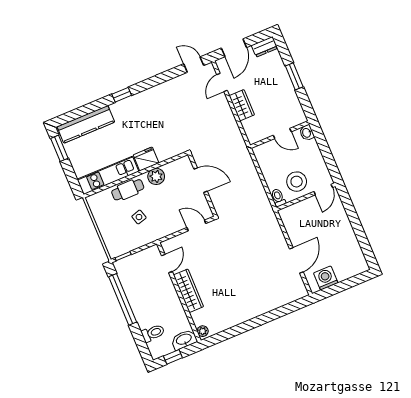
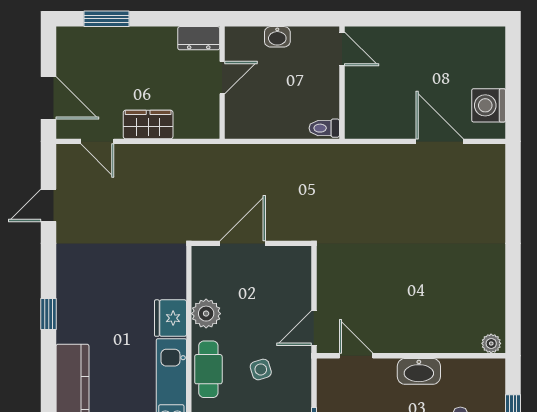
dresser: (264, 47) -> (199, 38), moved, turned 90
door: (194, 65) -> (49, 205), moved
window: (294, 76) -> (107, 19), moved
washbasin: (307, 133) -> (277, 37), moved
stool: (297, 182) -> (311, 87), removed
door: (196, 226) -> (314, 328), moved
wardrobe: (188, 291) -> (415, 339), removed
washbasin: (184, 340) -> (419, 371), moved, turned -90

